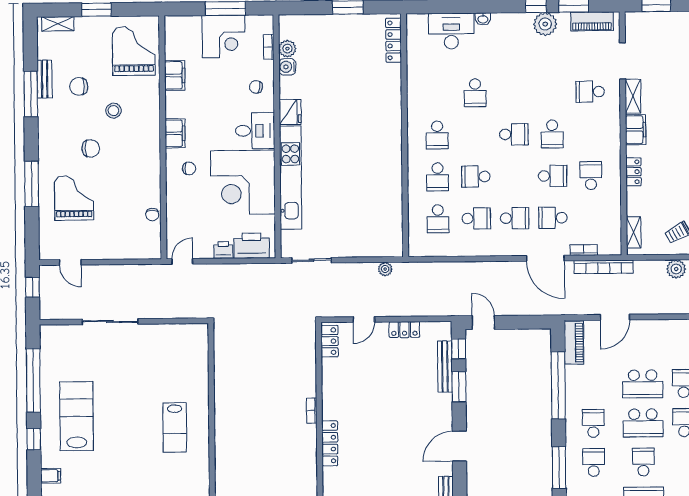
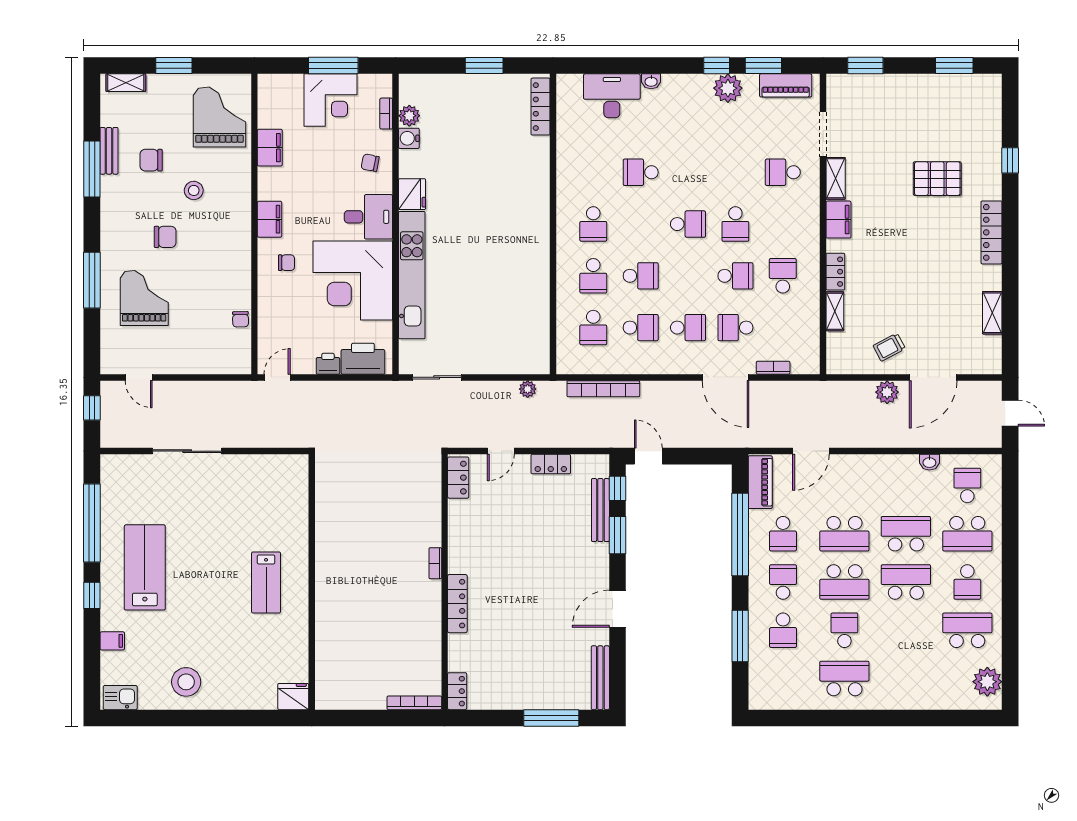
school desk: (475, 93) -> (641, 172), turned 90
school desk: (476, 177) -> (641, 276), turned 180
shelving: (634, 232) -> (835, 311), moved
bookcase: (604, 267) -> (603, 389), moved
school desk: (593, 384) -> (783, 534), added
school desk: (594, 462) -> (783, 630), turned 180

